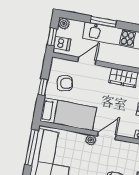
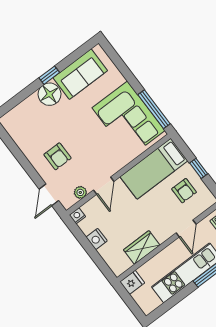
armchair: (65, 83) -> (184, 191), turned -78
plant: (91, 140) -> (80, 192), moved

